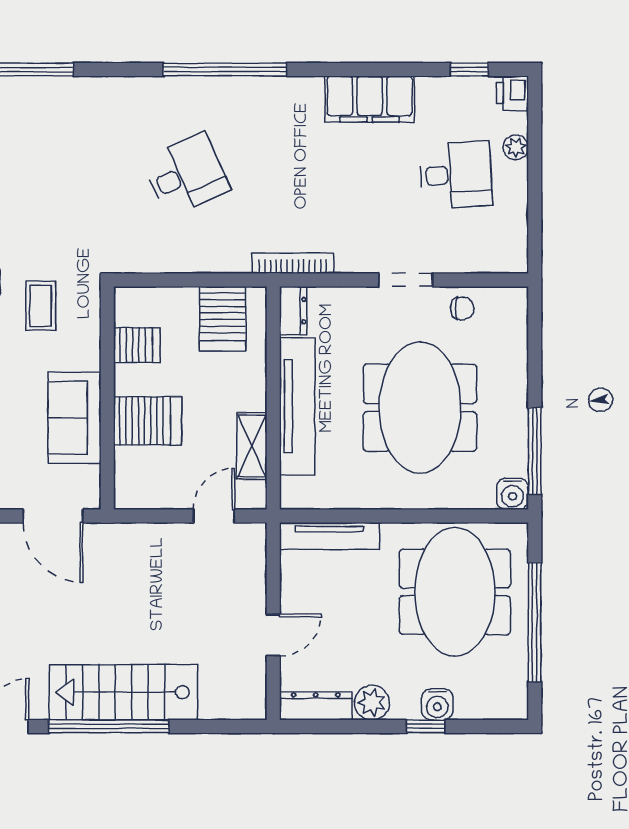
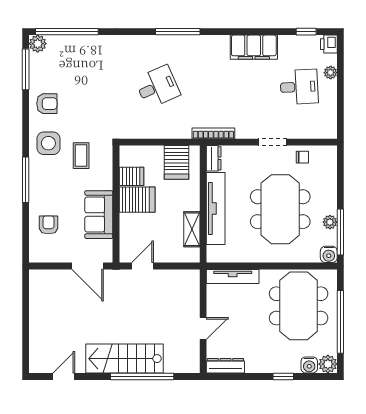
window: (225, 70) -> (178, 32), width x0.68
server rack: (148, 421) -> (137, 200), moved
plant: (515, 432) -> (330, 222), added
door: (214, 516) -> (142, 266), moved
plant: (372, 703) -> (328, 364), moved
water cooler: (437, 704) -> (309, 365), moved
window: (109, 726) -> (142, 377), moved

